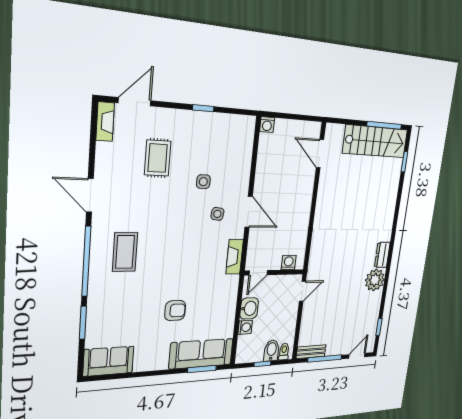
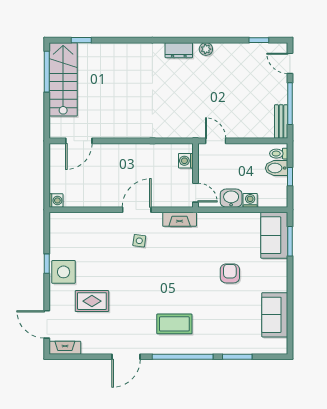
side table: (203, 182) -> (64, 272), moved, width x1.87, depth x1.87
plant: (375, 280) -> (206, 49), width x0.53, depth x0.53
sofa: (201, 354) -> (274, 235), width x0.73
sofa: (109, 361) -> (275, 315), moved

